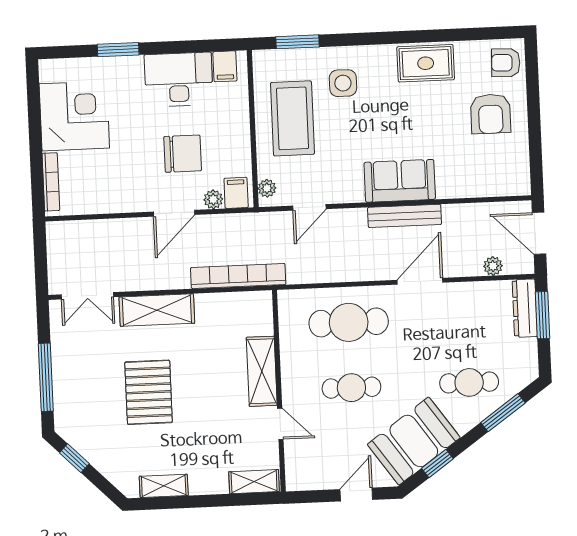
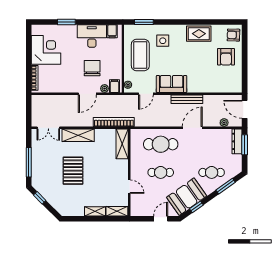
chair: (183, 154) -> (92, 68), turned -90
sofa: (400, 181) -> (172, 84), moved
shelving: (262, 371) -> (122, 144), moved
shelving: (164, 486) -> (95, 211), moved

